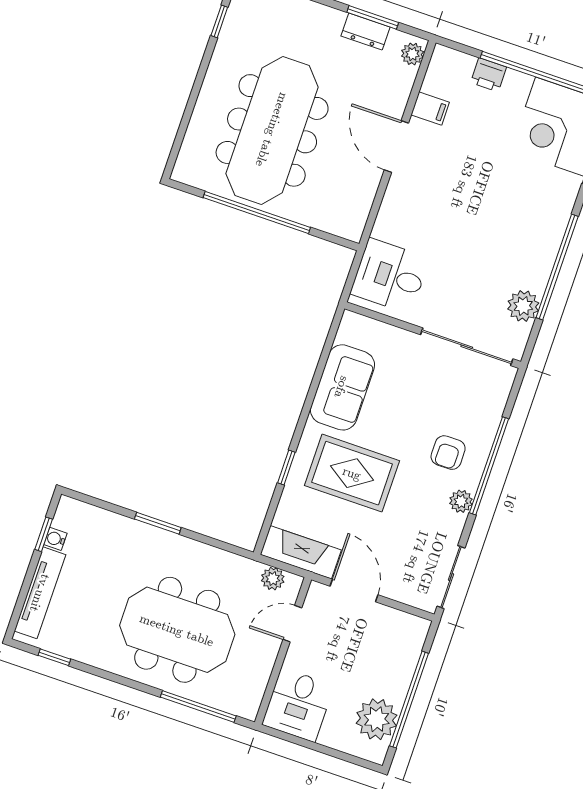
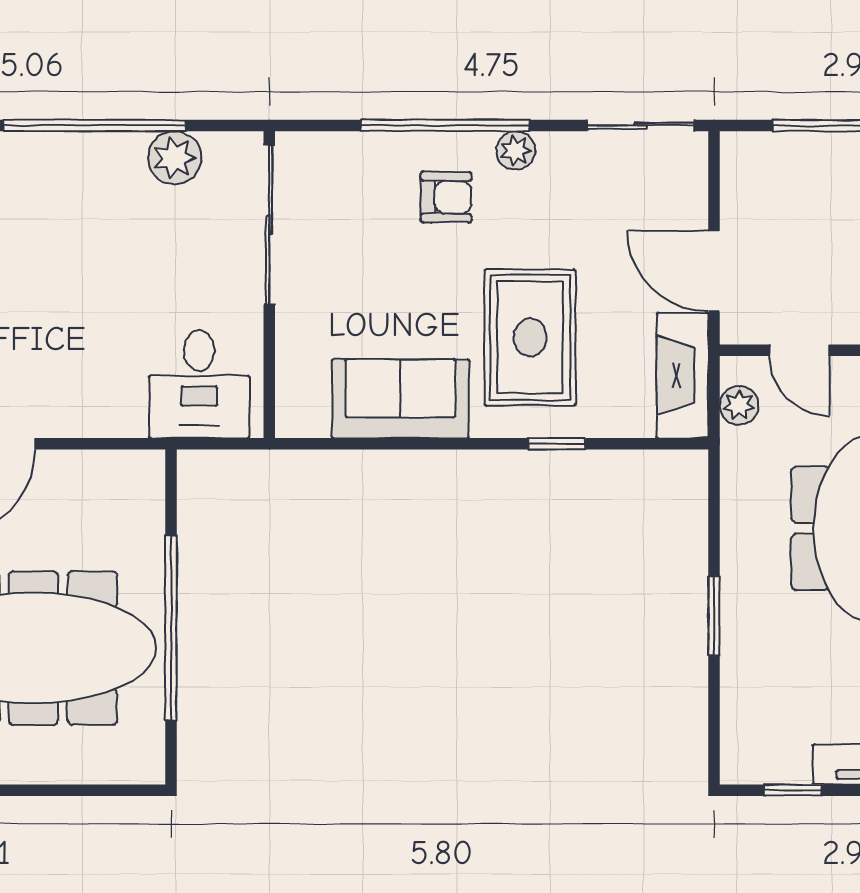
water cooler: (55, 539) -> (794, 769), removed
door: (354, 590) -> (714, 271), hinge flipped

